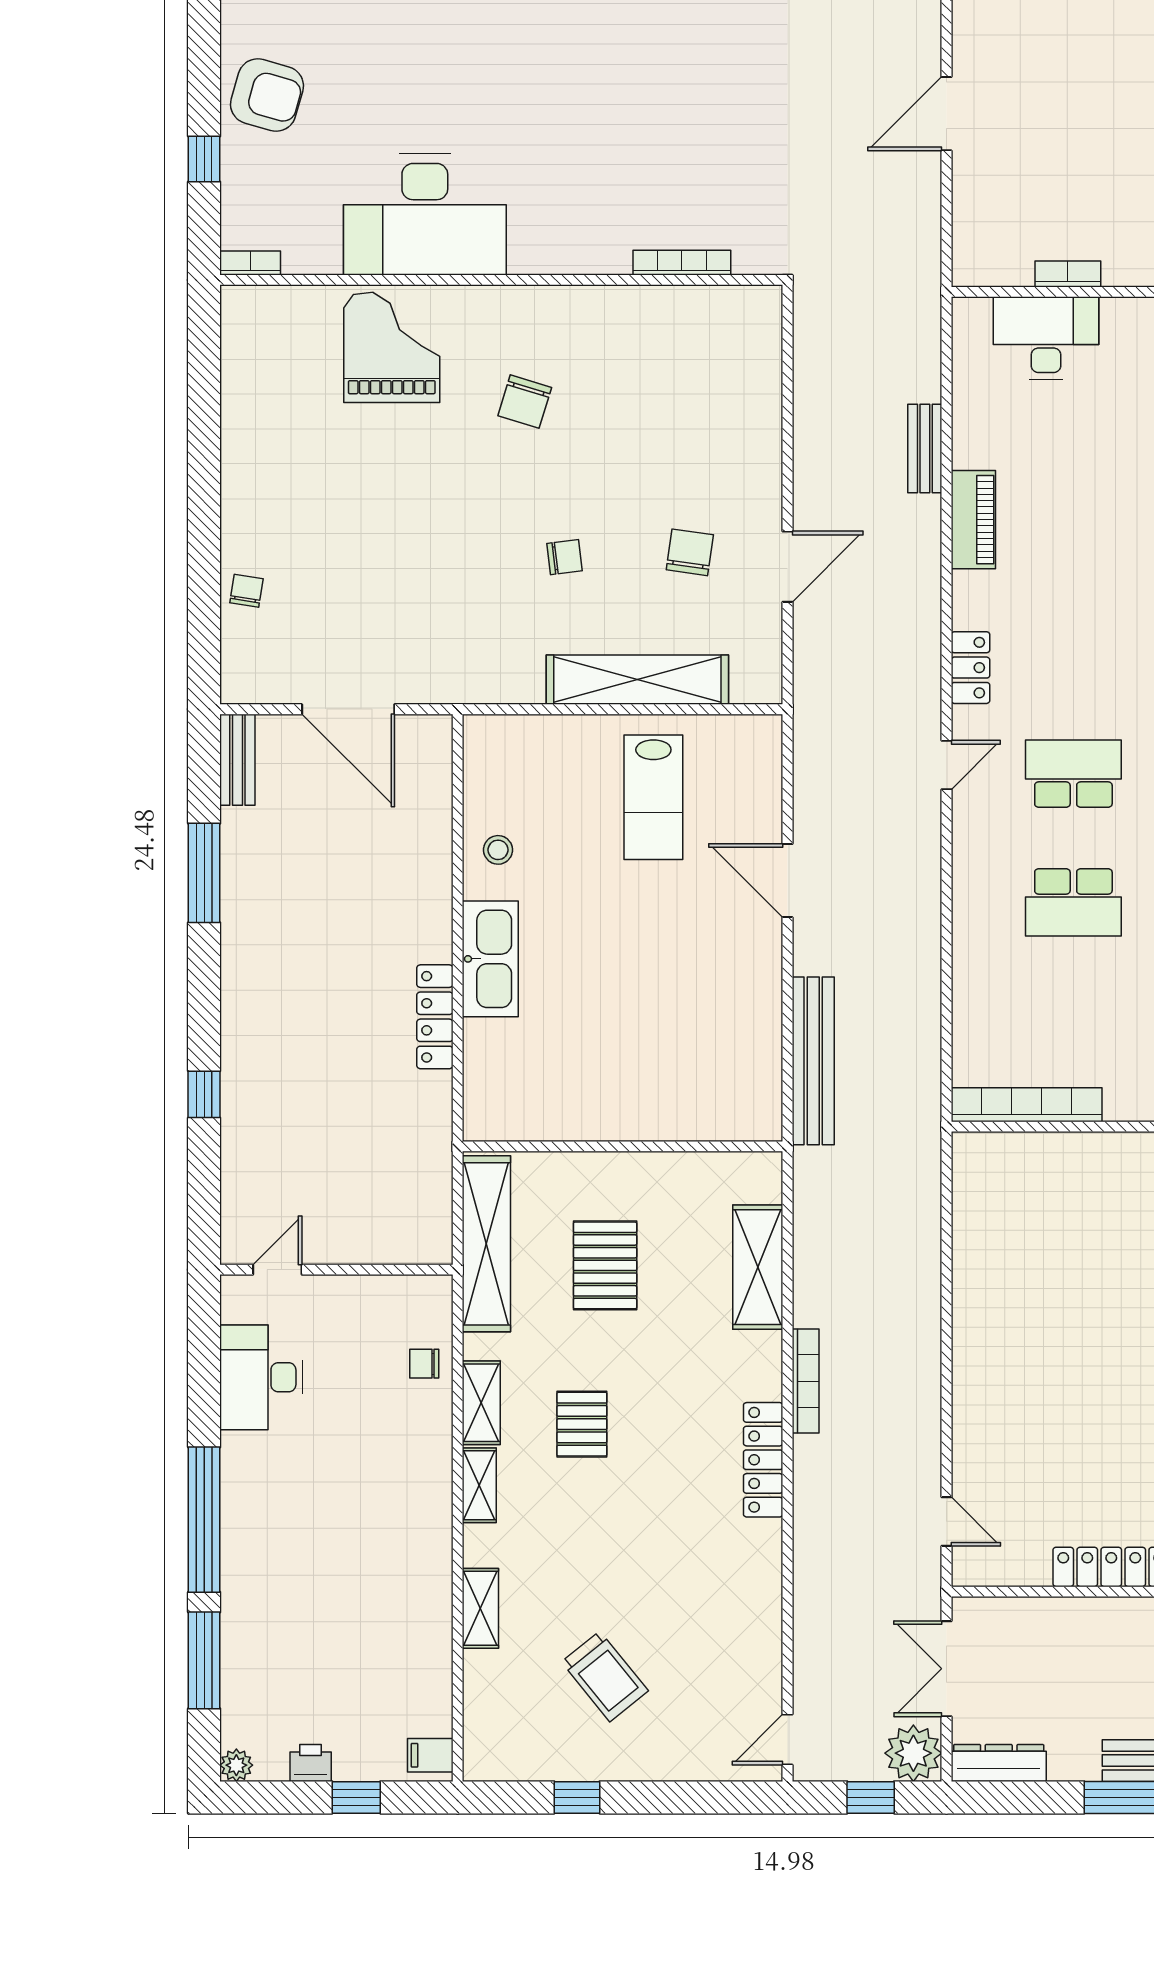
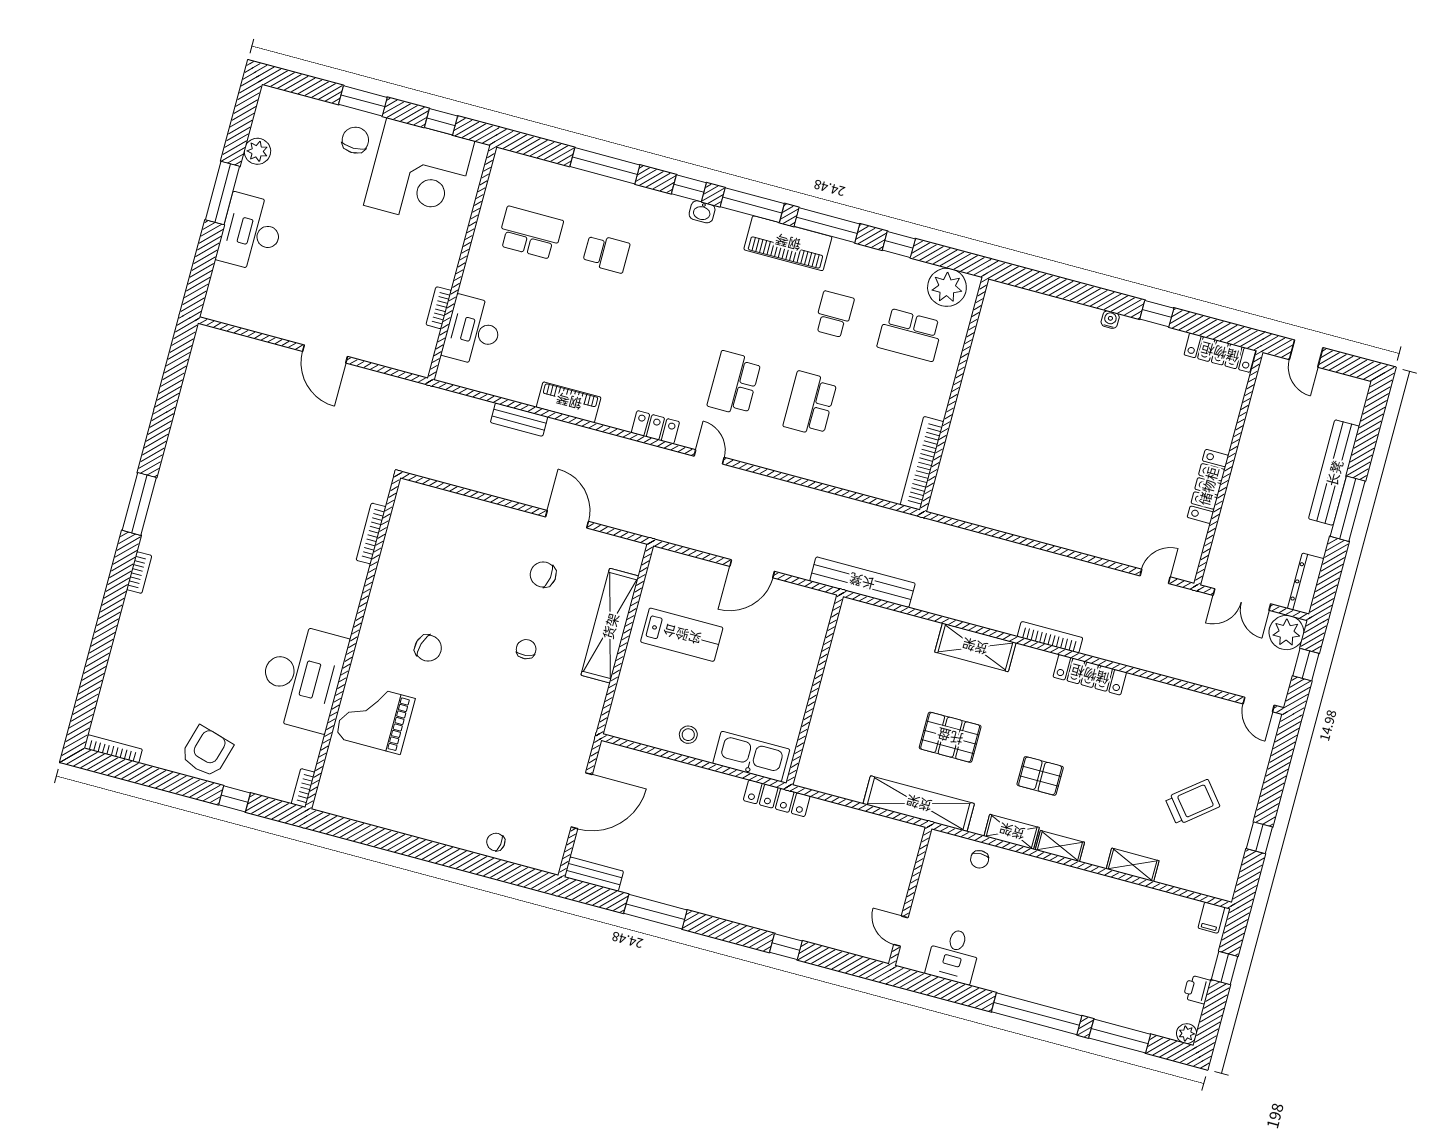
school desk: (1073, 902) -> (810, 404), turned 180
wall: (623, 1146) -> (815, 690), moved
desk: (261, 1377) -> (953, 955), width x0.73

